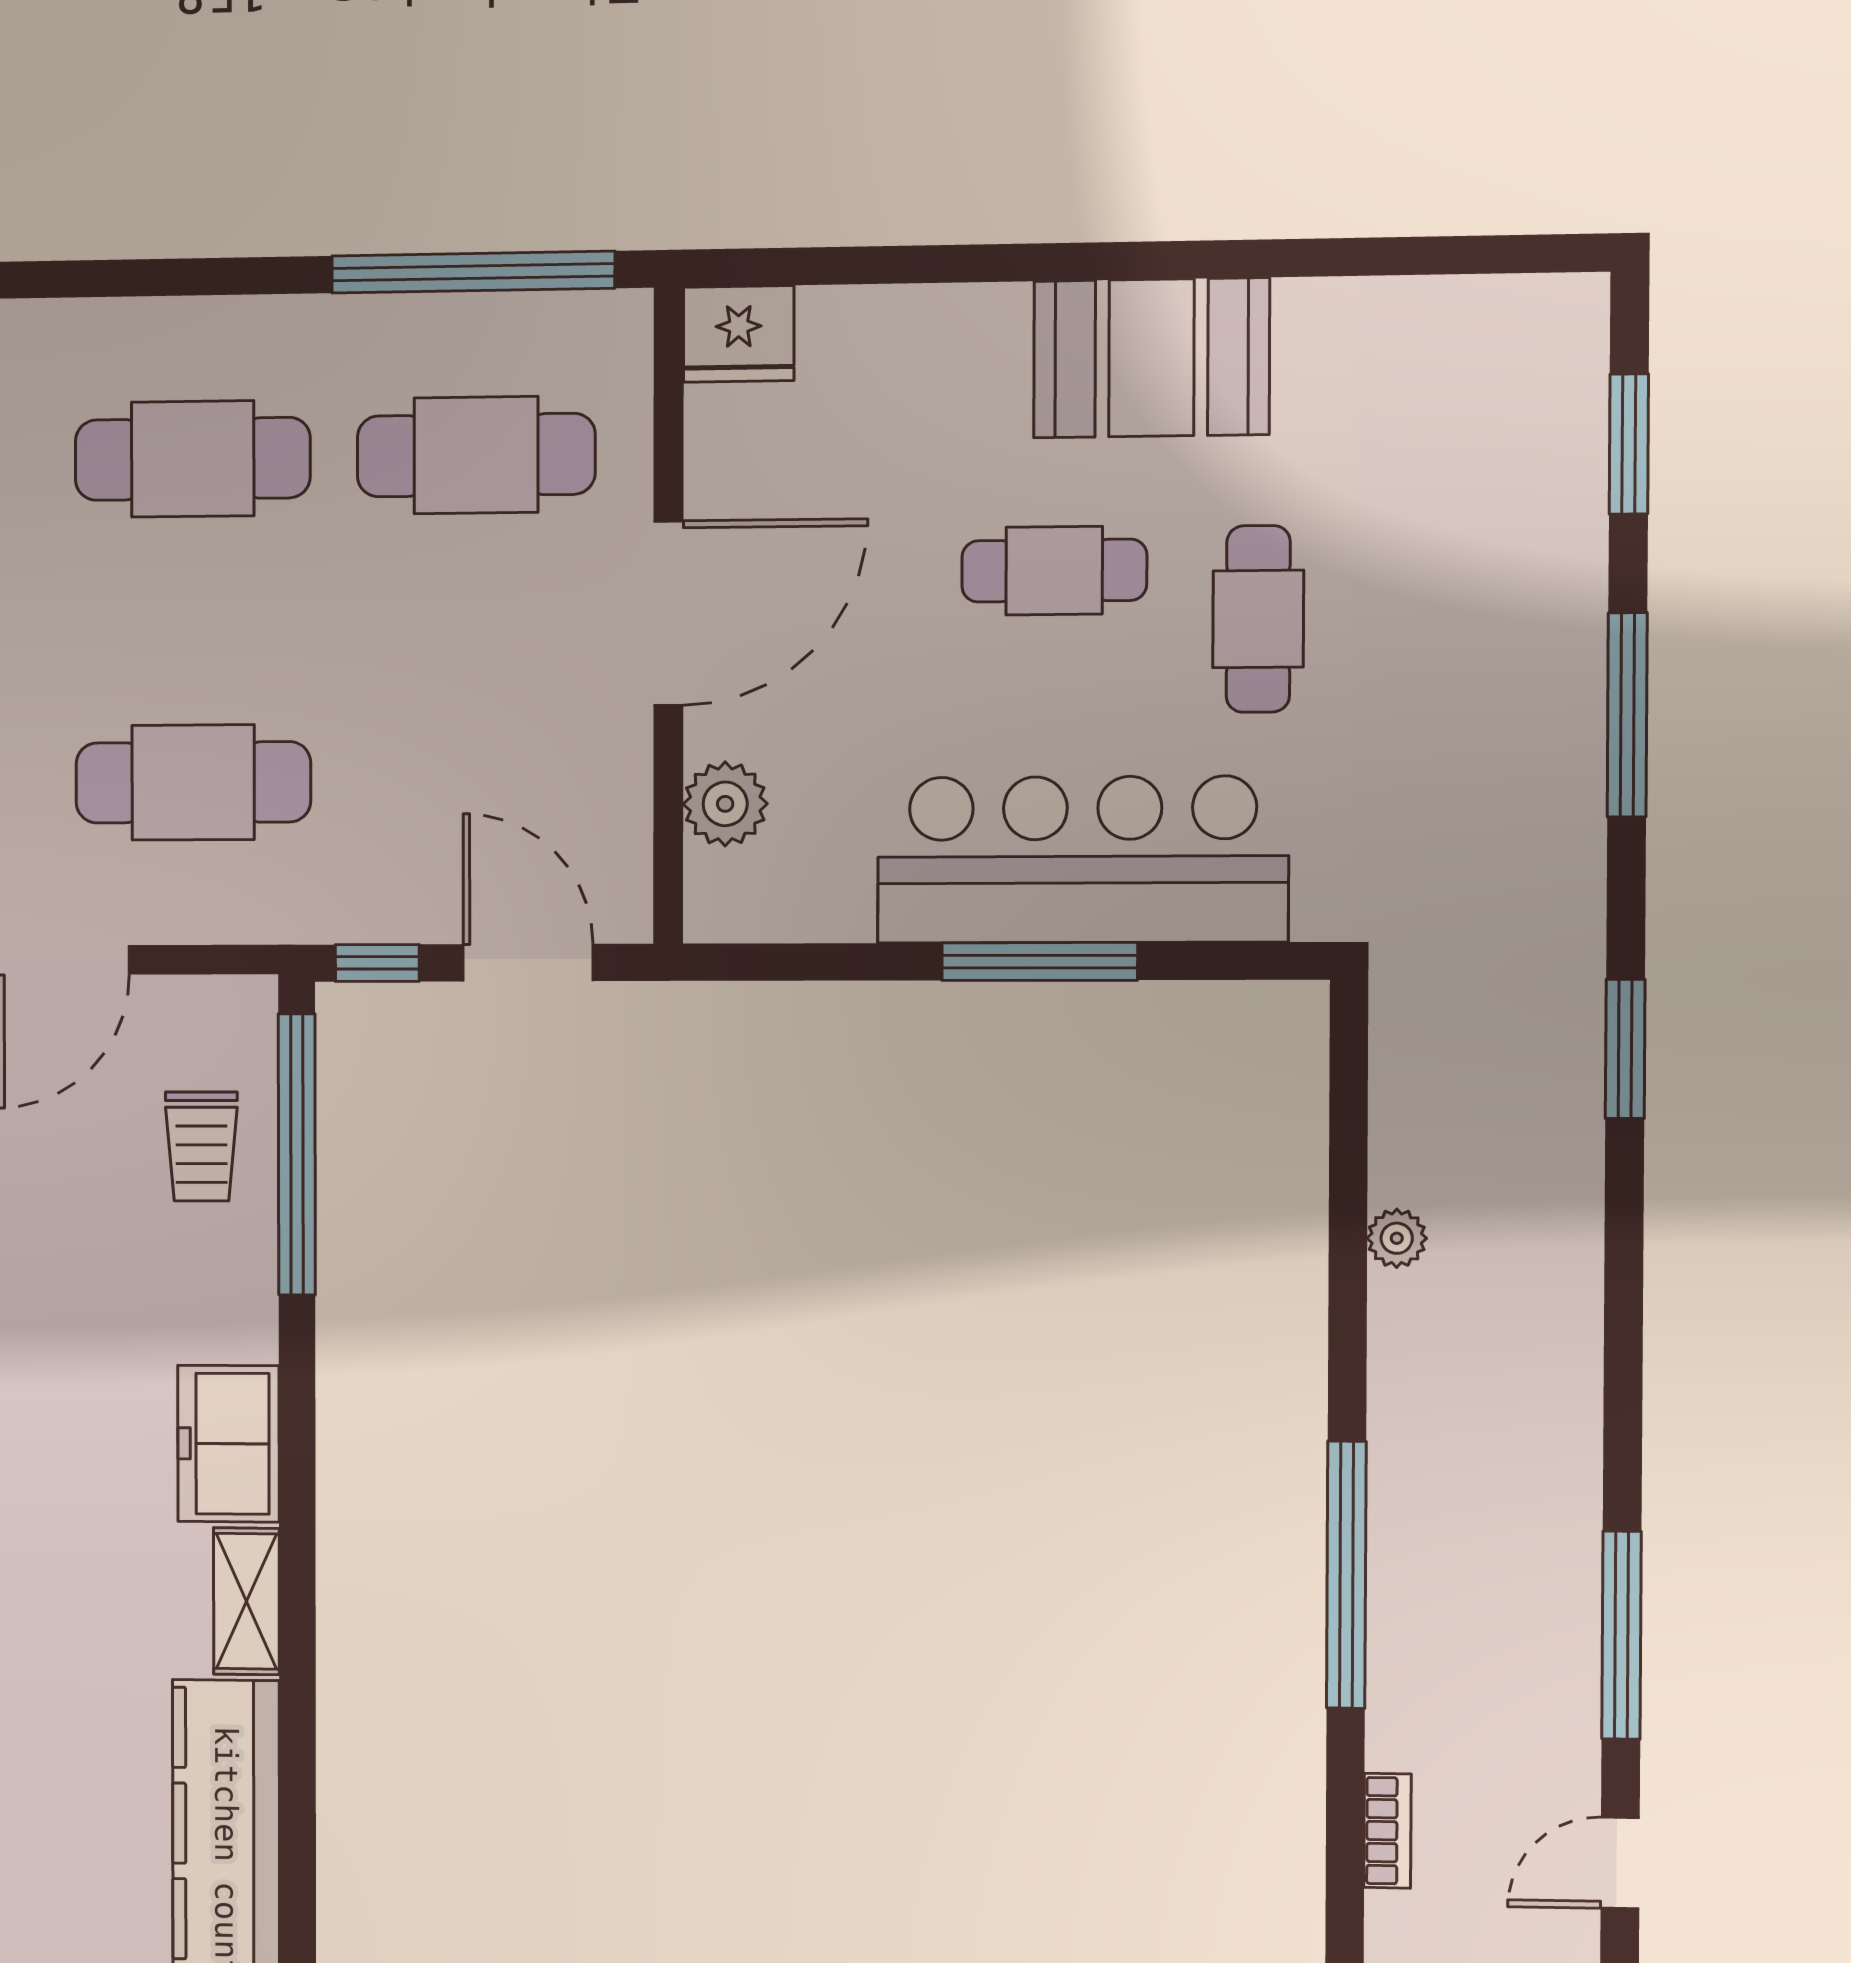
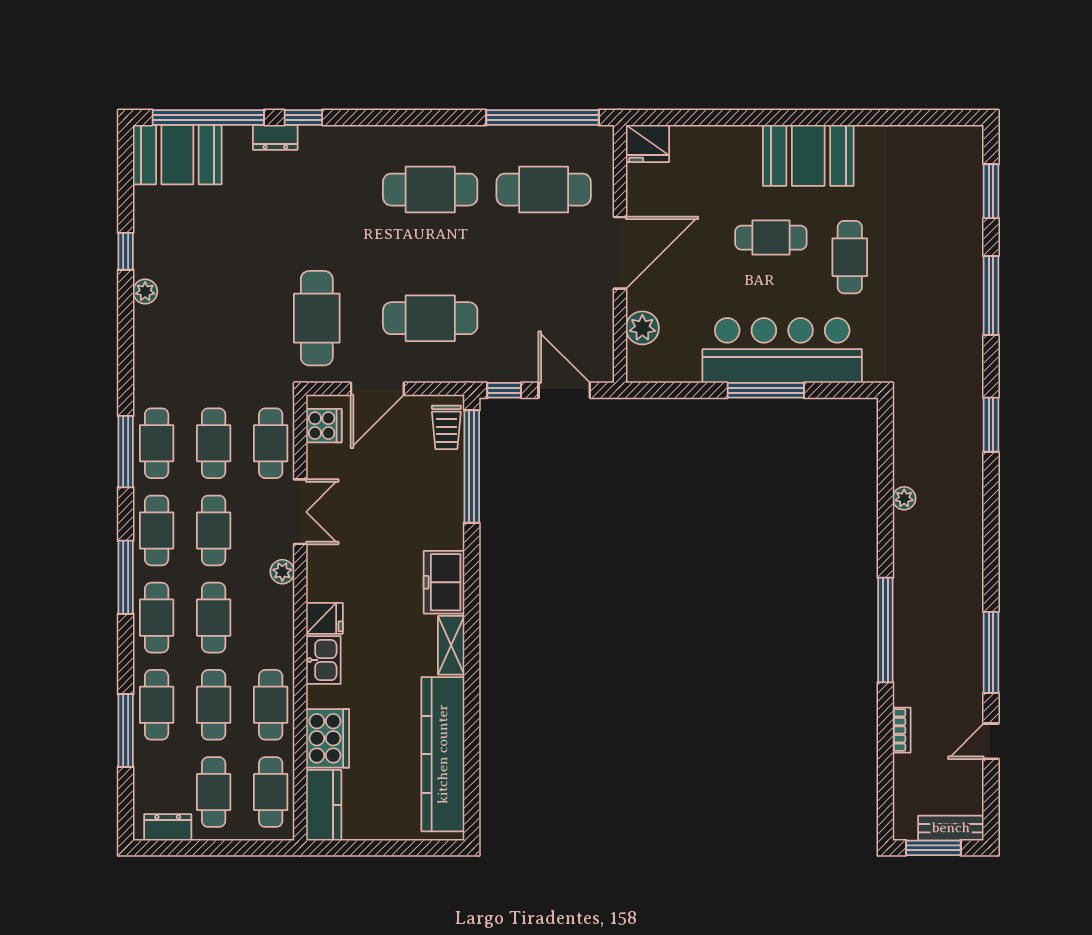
trolley: (201, 1146) -> (446, 427), moved

